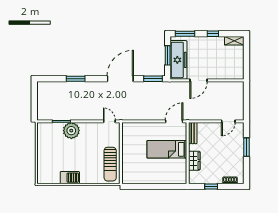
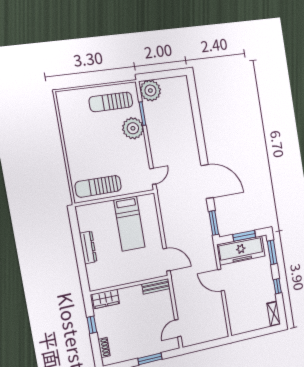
window: (76, 79) -> (198, 125), removed
plant: (45, 112) -> (150, 91), added
door: (228, 121) -> (178, 328), hinge flipped
sun lounger: (50, 144) -> (111, 102), added
bed: (167, 149) -> (129, 224), moved, turned 180
wardrobe: (194, 161) -> (106, 299), moved
barbecue: (70, 178) -> (71, 135), removed
dresser: (154, 179) -> (88, 247), added

